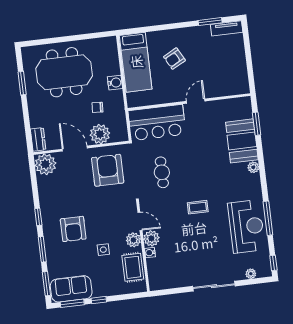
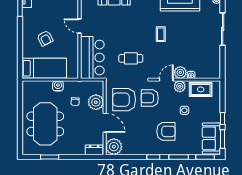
door: (75, 149) -> (105, 123), swing flipped
armchair: (114, 203) -> (150, 98), added

